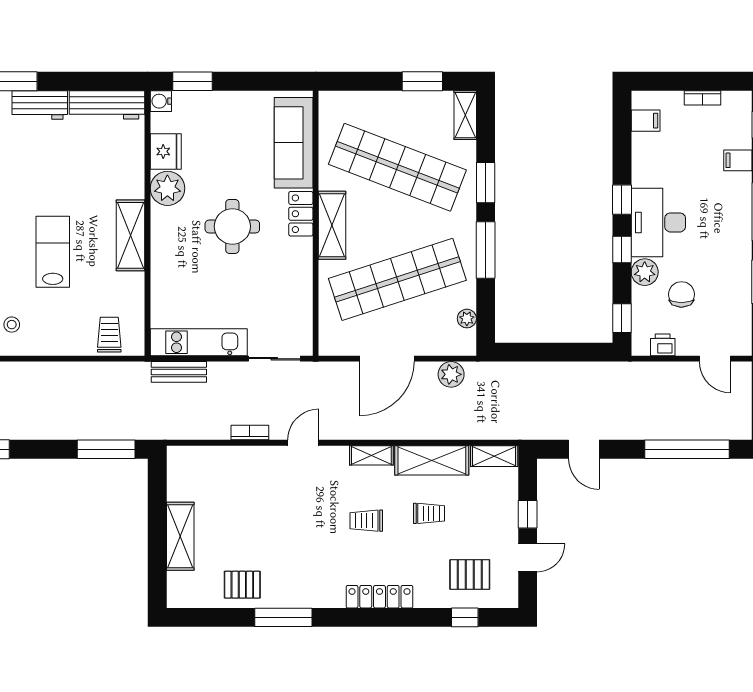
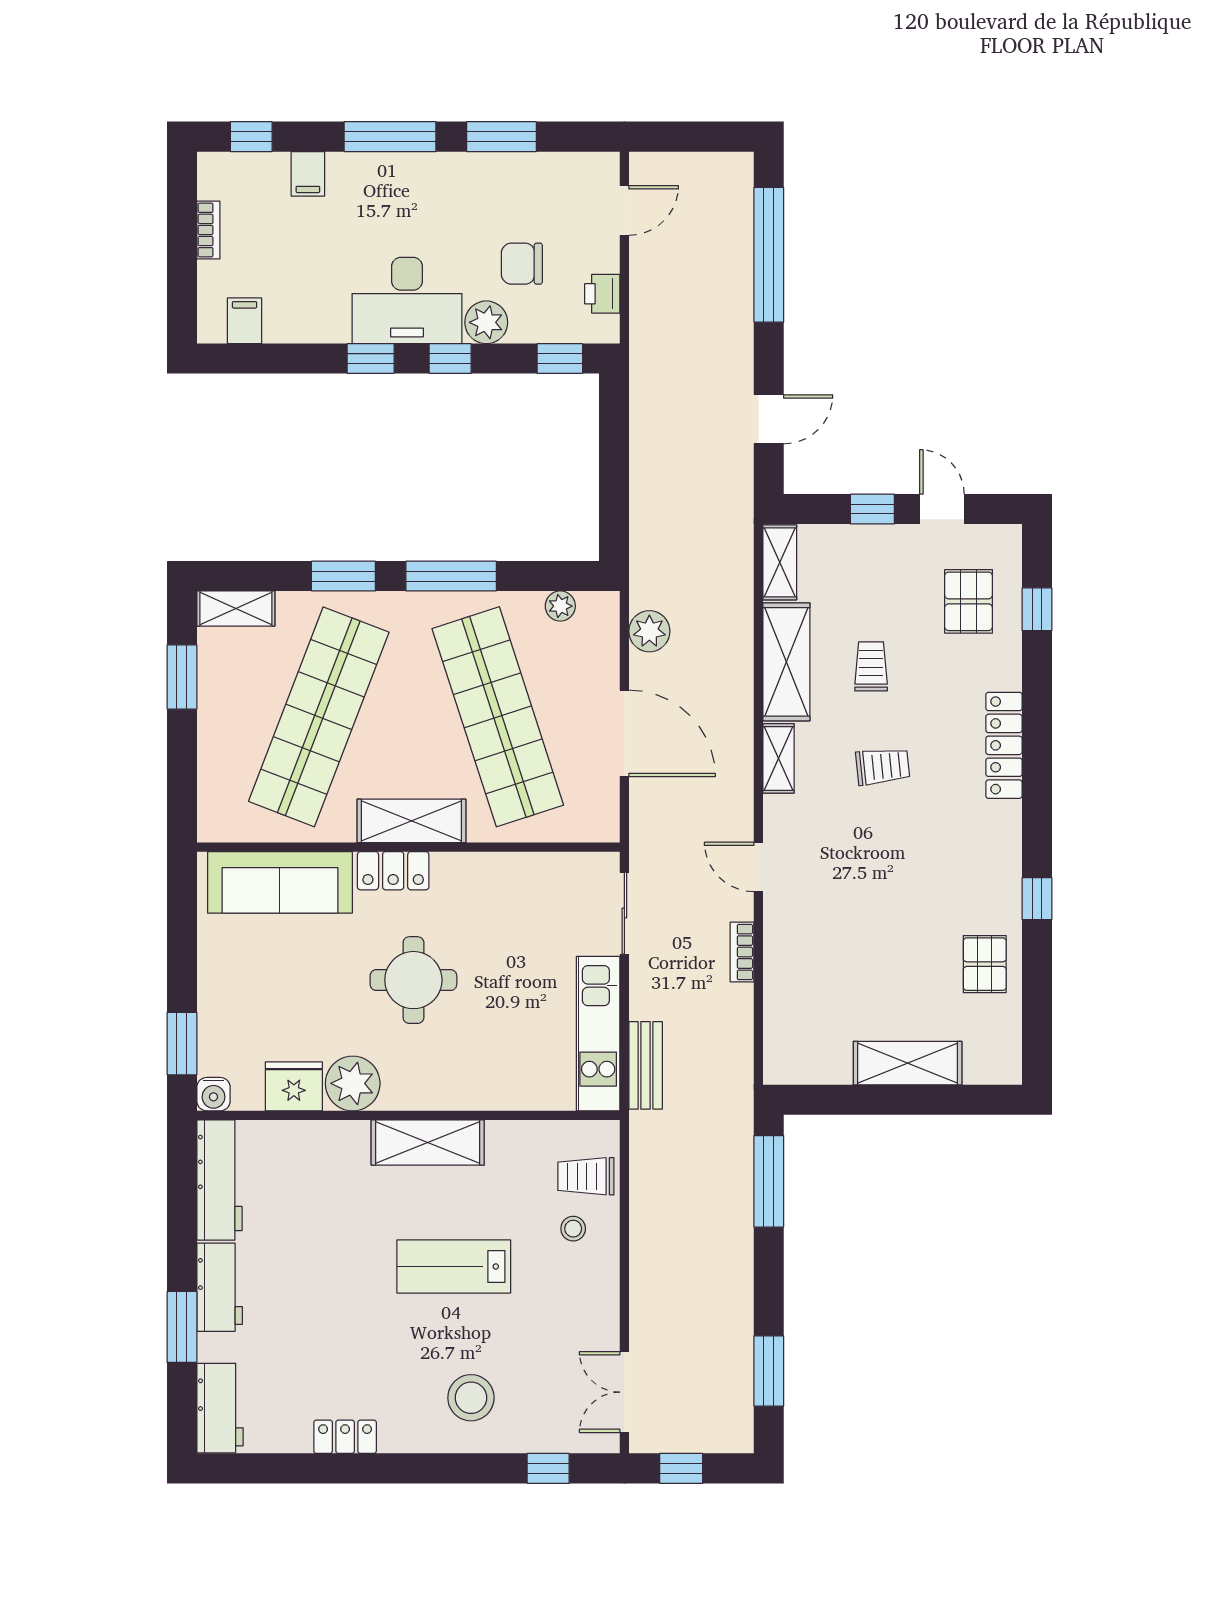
stool: (12, 325) -> (573, 1229), moved
trolley: (366, 521) -> (883, 766), turned -96
window: (283, 617) -> (1037, 899), width x0.46

